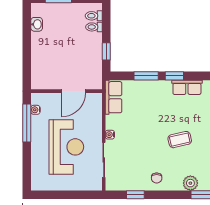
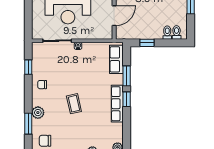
row of seats: (187, 87) -> (117, 104), width x1.48
door: (73, 91) -> (114, 16), swing flipped
row of seats: (114, 97) -> (116, 59), moved, turned 90

